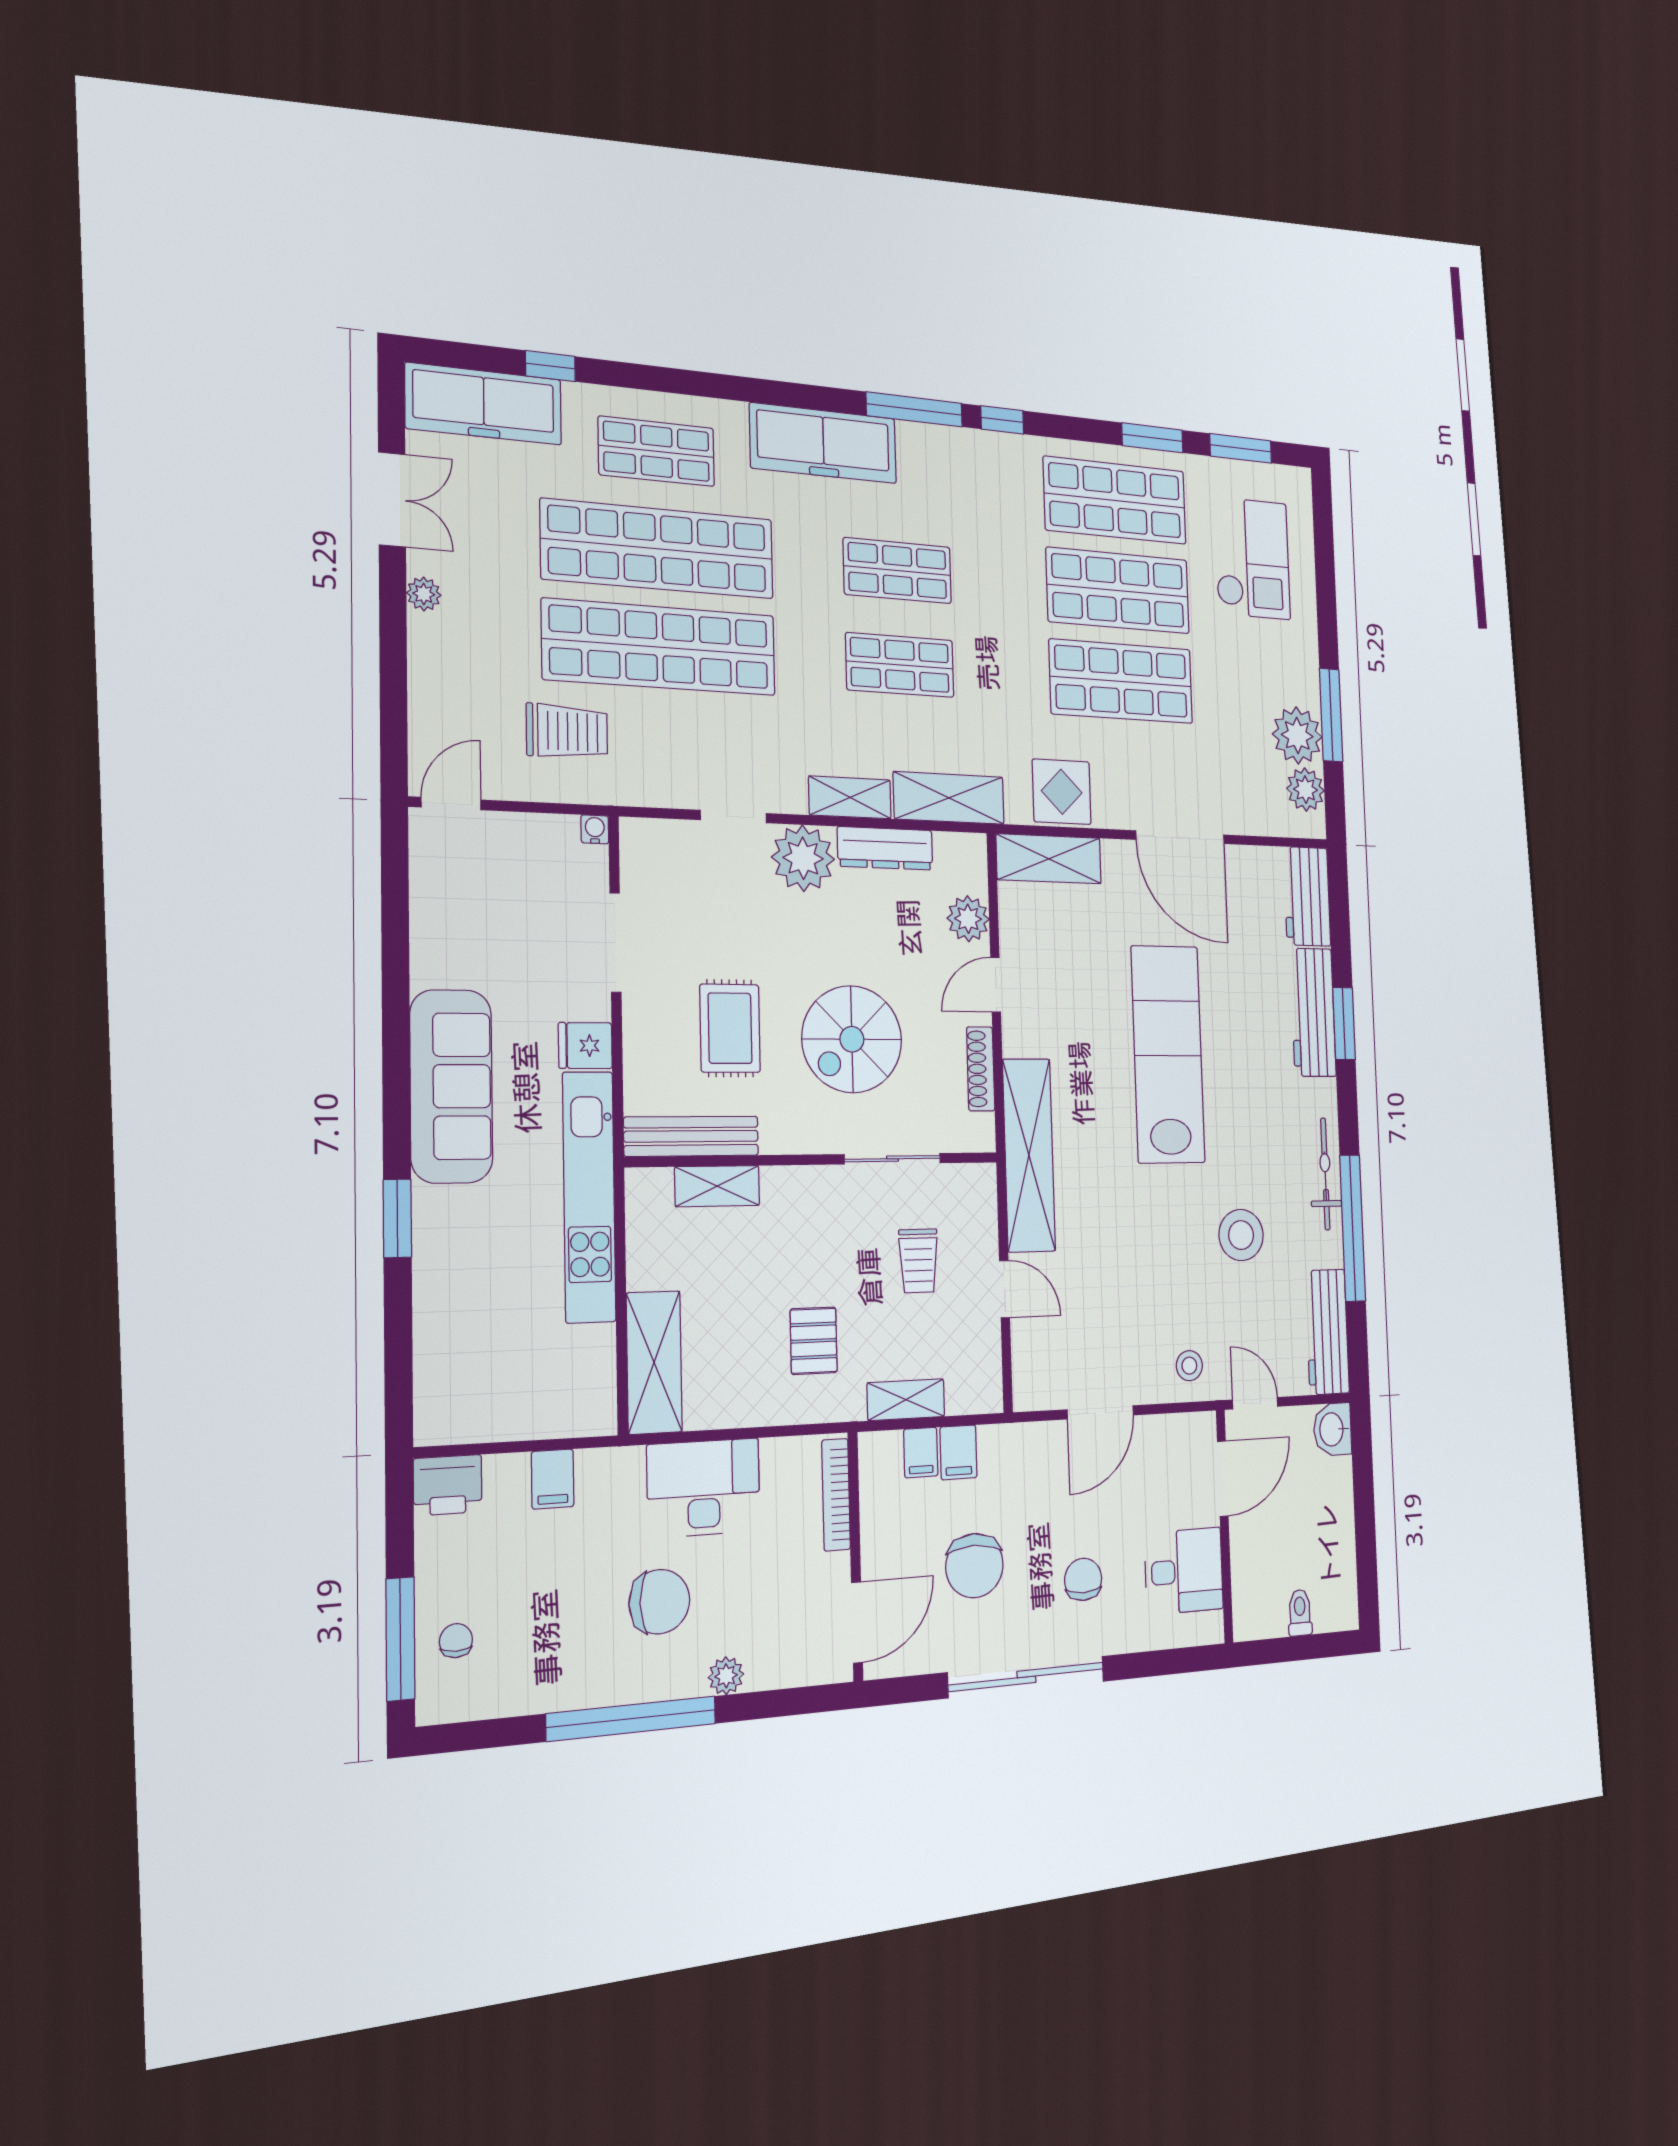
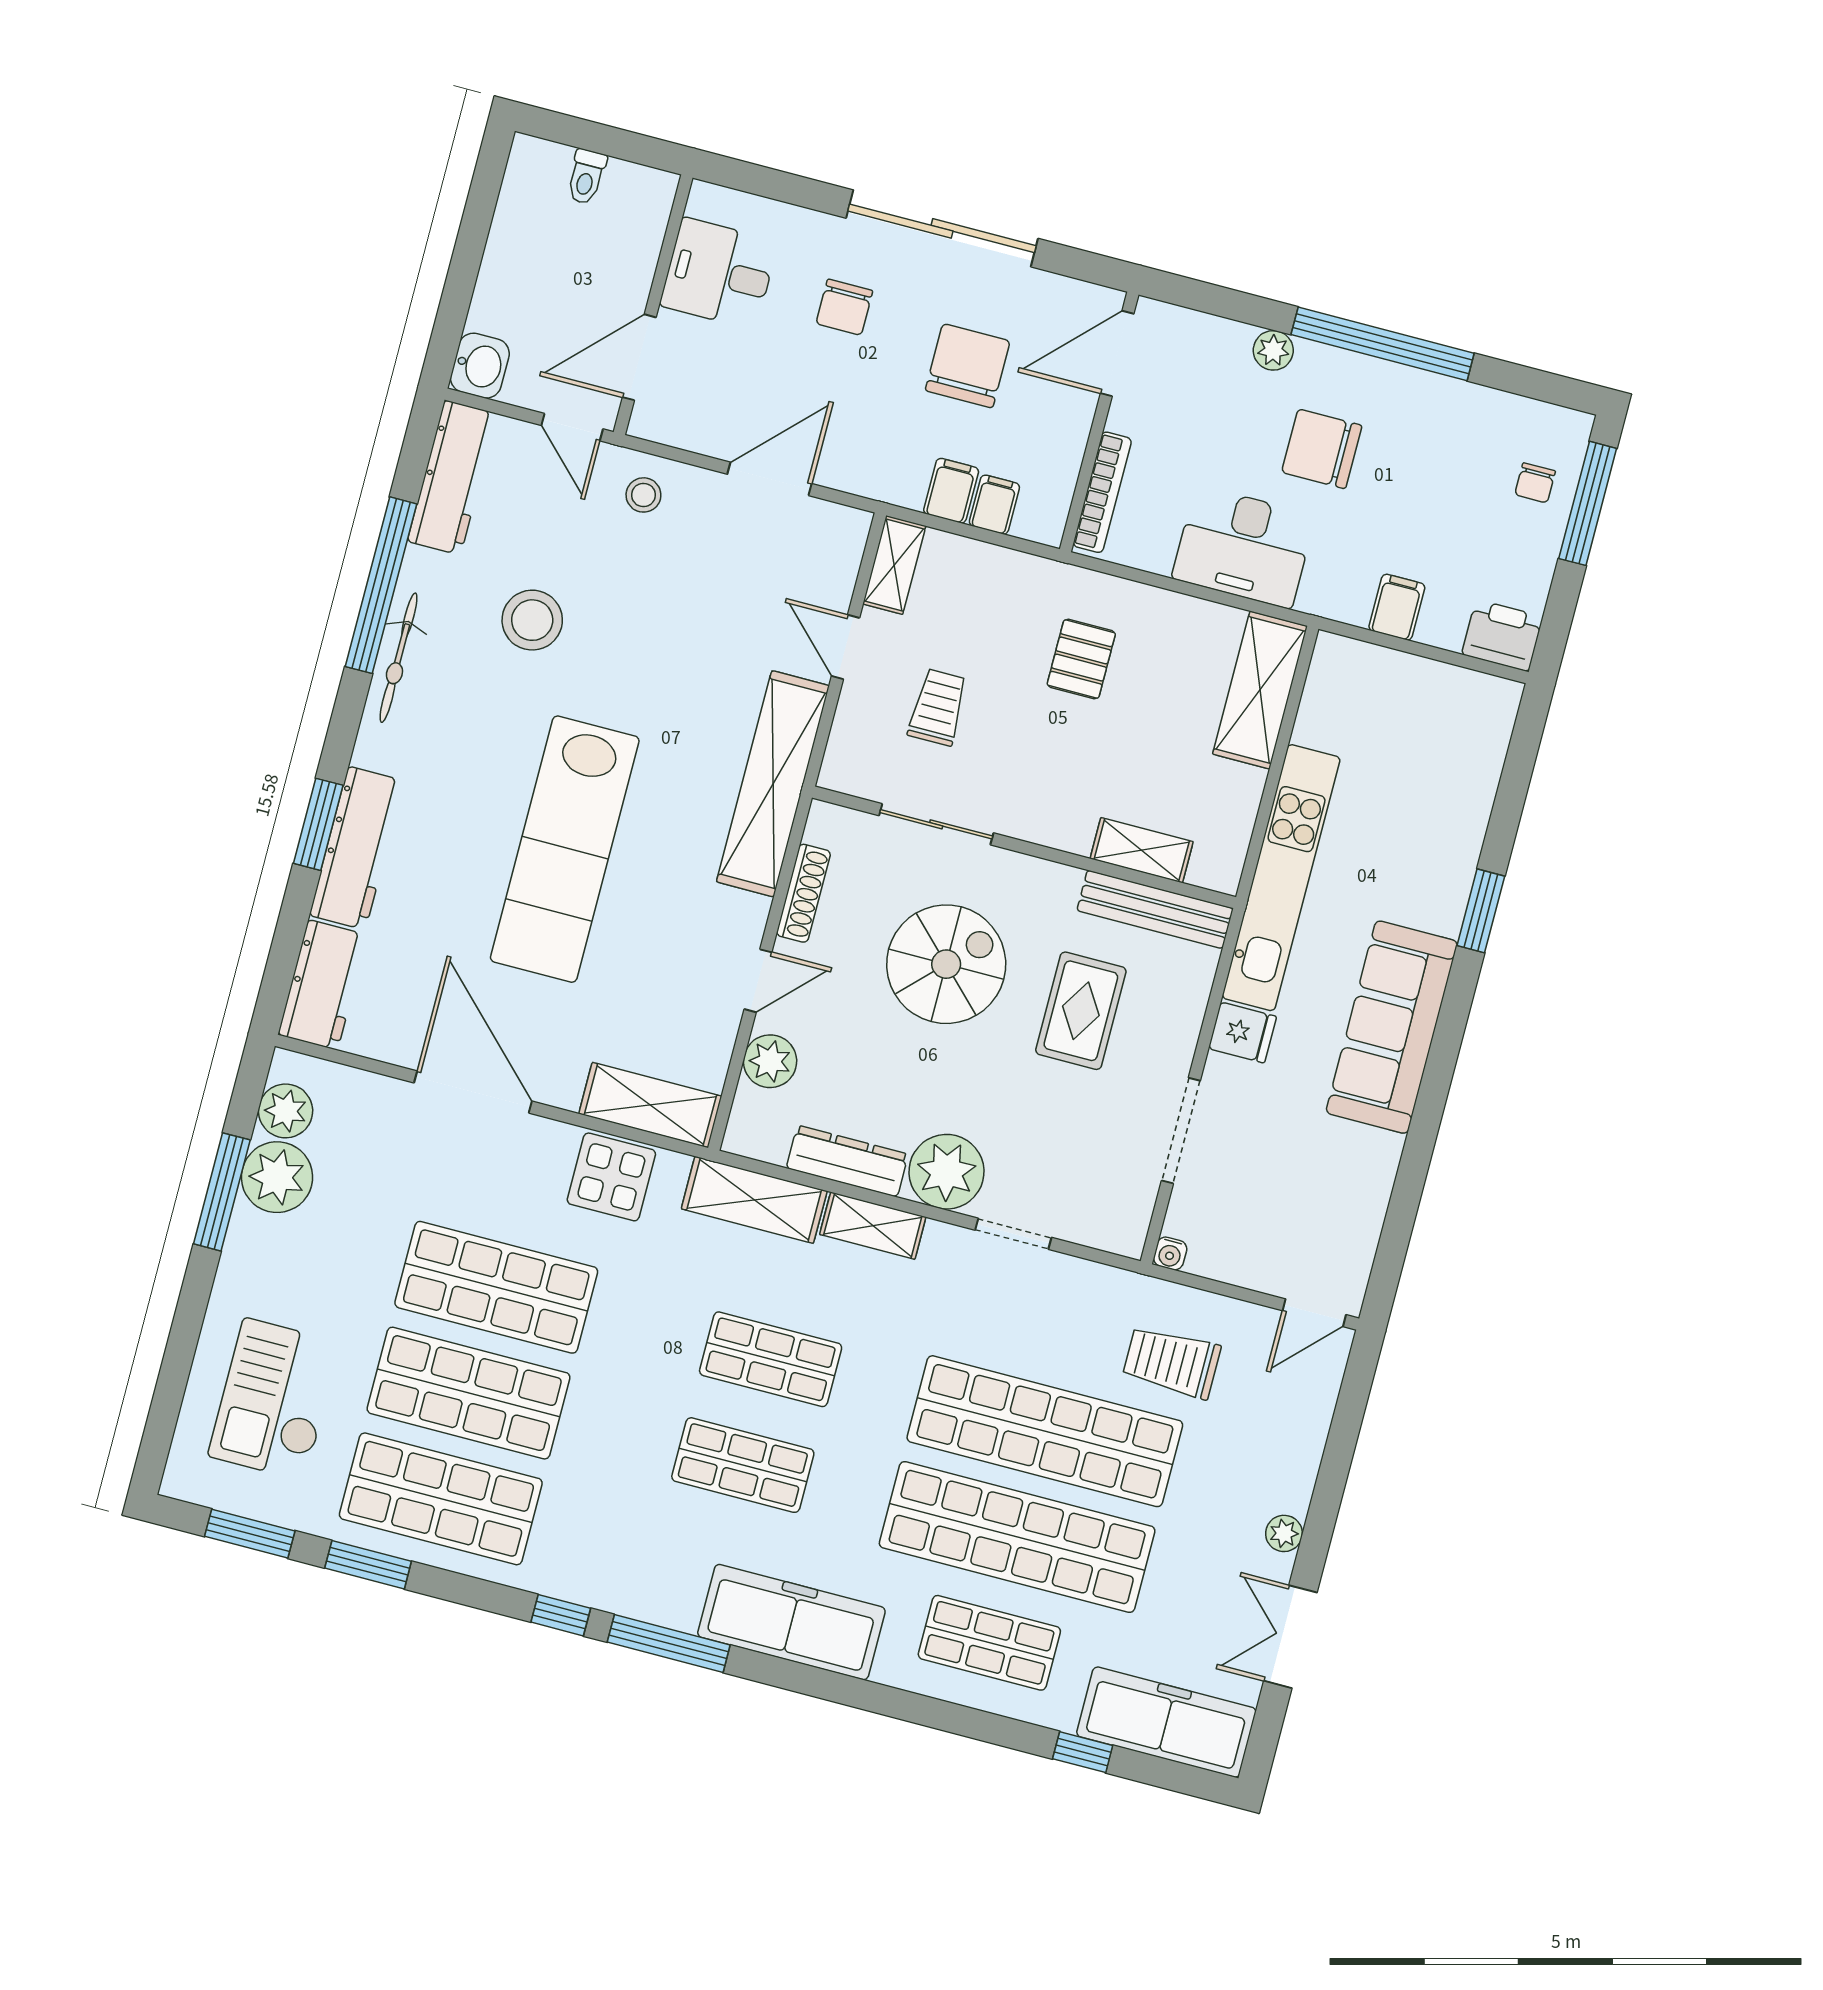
shelving: (906, 1400) -> (894, 565), moved, turned 90

